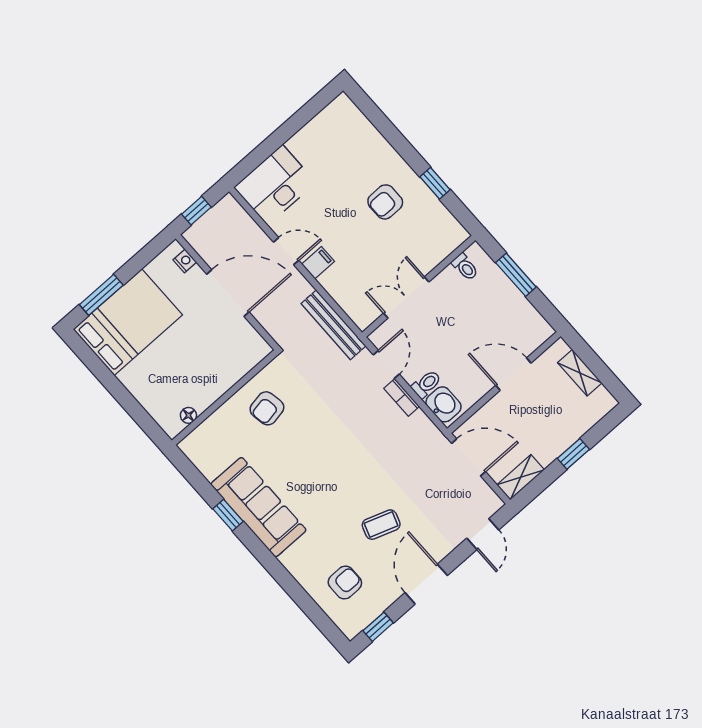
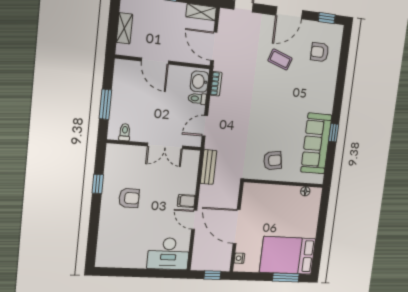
bench: (333, 325) -> (208, 167), width x0.73
bookcase: (402, 397) -> (216, 84), moved
sofa: (258, 507) -> (316, 144), moved

